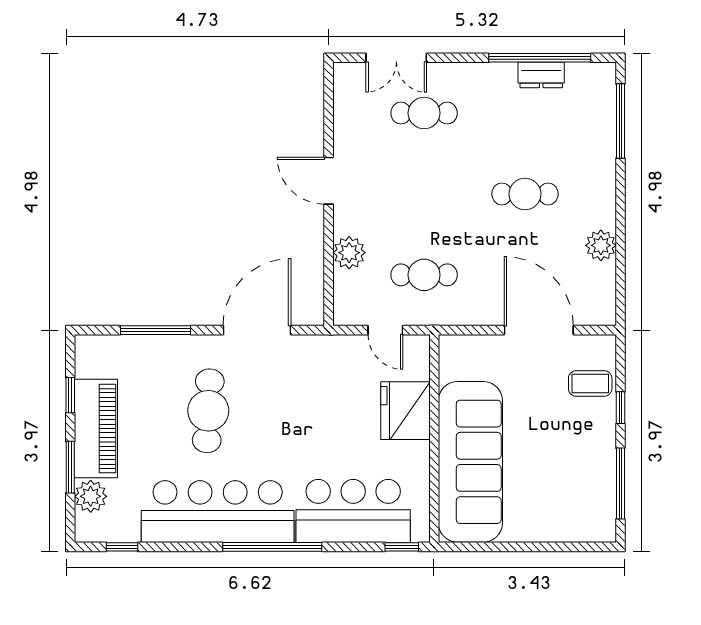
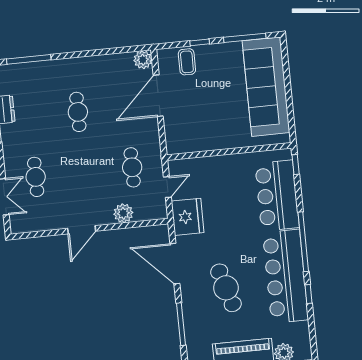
plant: (601, 245) -> (143, 60), moved
cafe table: (208, 411) -> (226, 288), turned 70
fridge: (406, 411) -> (188, 217), moved, turned -90
sofa: (470, 462) -> (266, 87), moved, turned -90
window: (122, 547) -> (308, 294), moved

